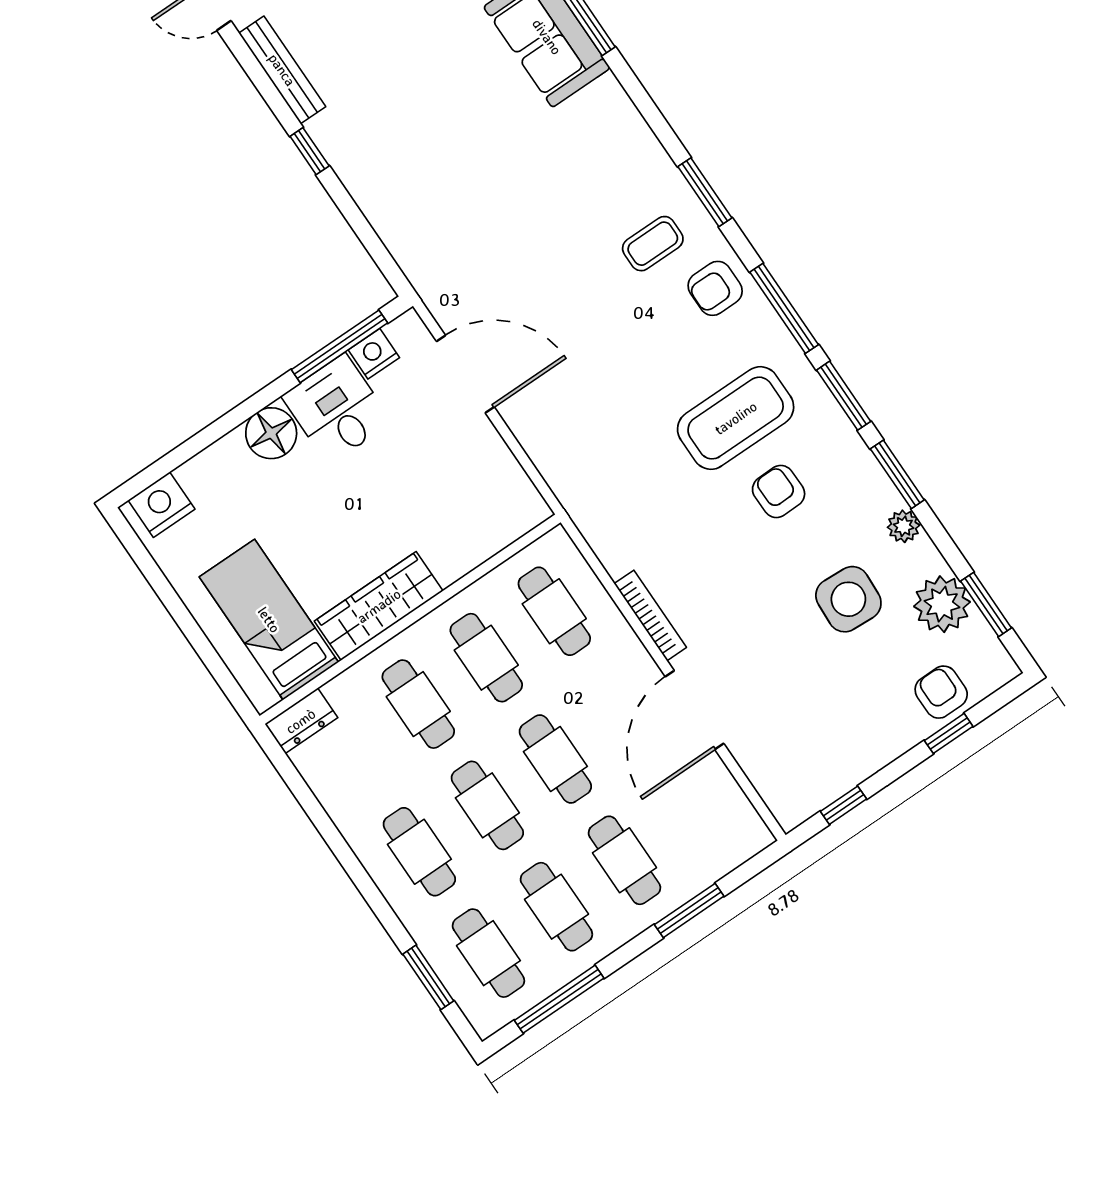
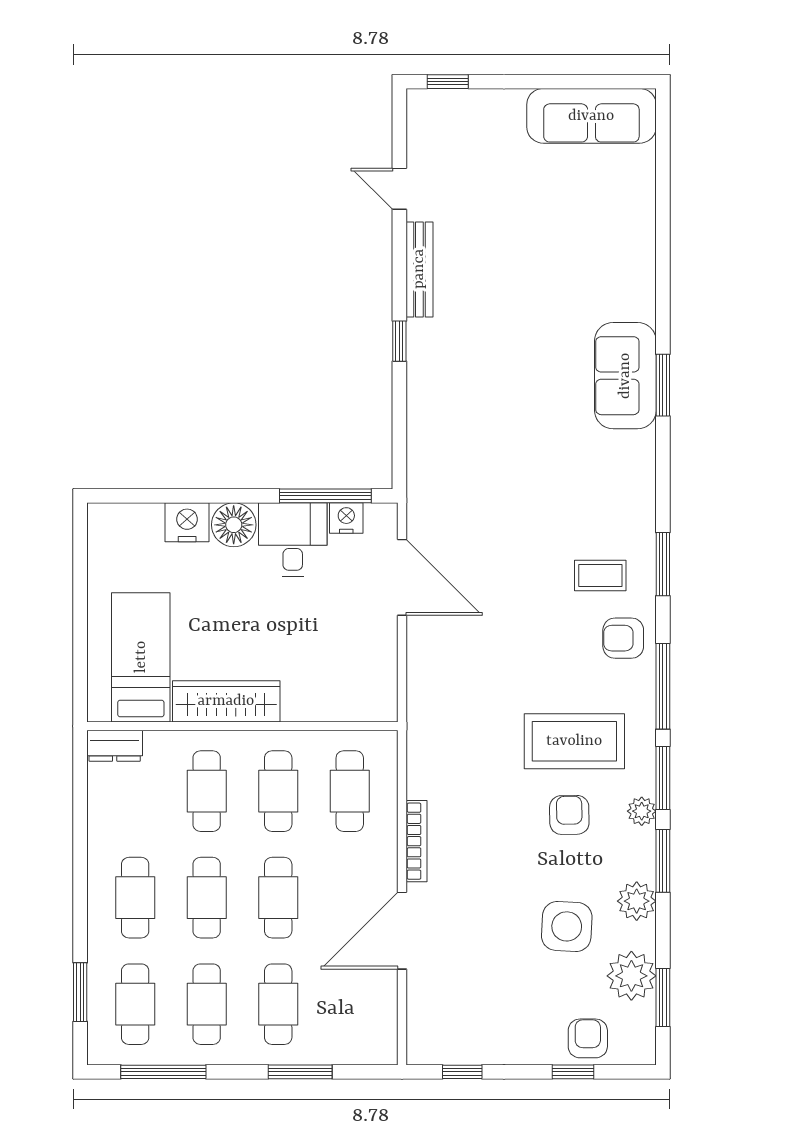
plant: (845, 441) -> (642, 811), added
nightstand: (161, 505) -> (187, 522), moved
plant: (904, 526) -> (637, 901), width x1.38, depth x1.38

